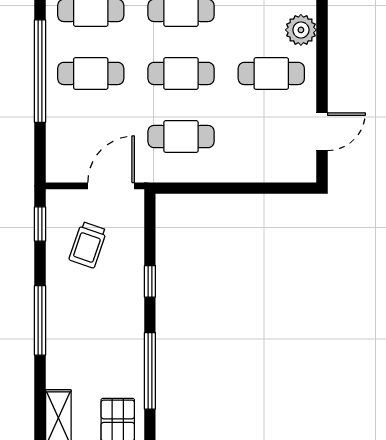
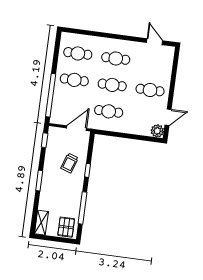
plant: (301, 30) -> (157, 131), moved
window: (40, 71) -> (51, 95), moved
trolley: (88, 245) -> (70, 163), moved
window: (40, 320) -> (39, 181), width x0.69

